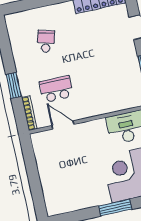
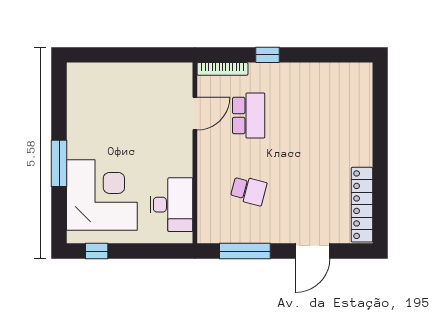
school desk: (46, 41) -> (249, 190), moved
window: (14, 85) -> (267, 55), width x0.67

